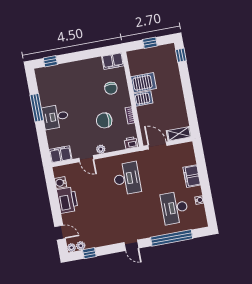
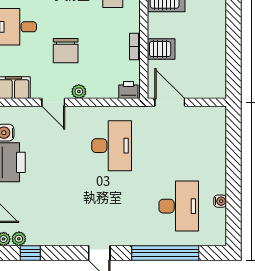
server rack: (143, 98) -> (161, 49), moved
chair: (104, 120) -> (66, 51), moved, turned -90
shelving: (179, 134) -> (207, 90), removed
filing cabinet: (192, 176) -> (215, 161), removed
desk: (175, 208) -> (179, 206), turned 180

